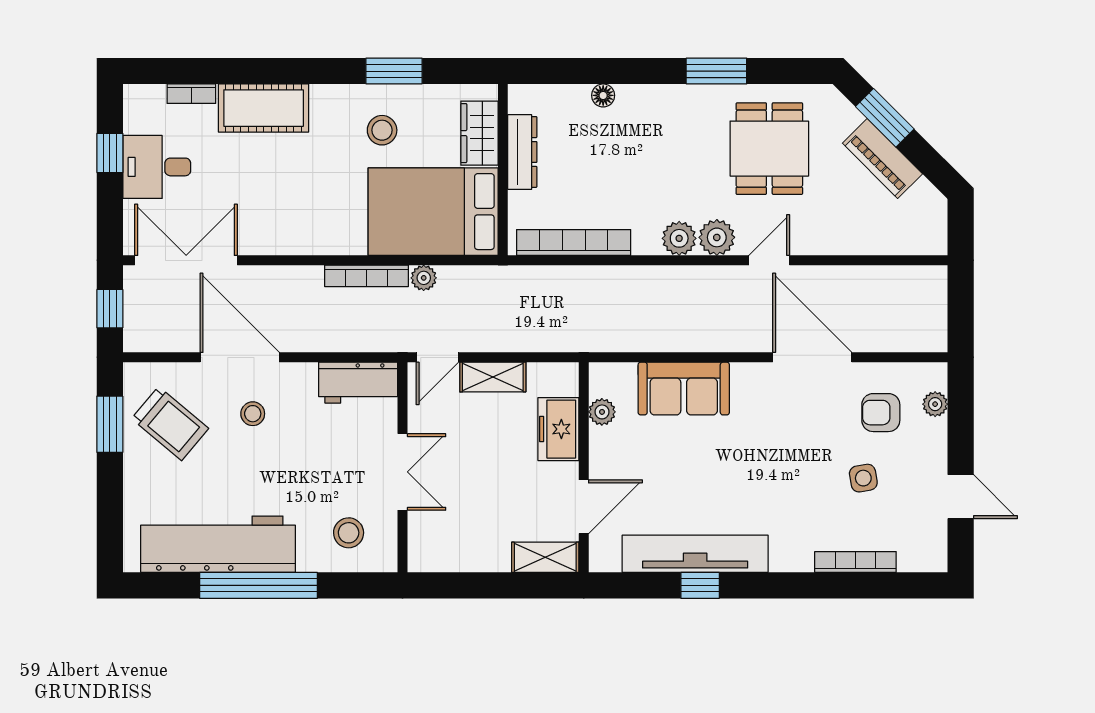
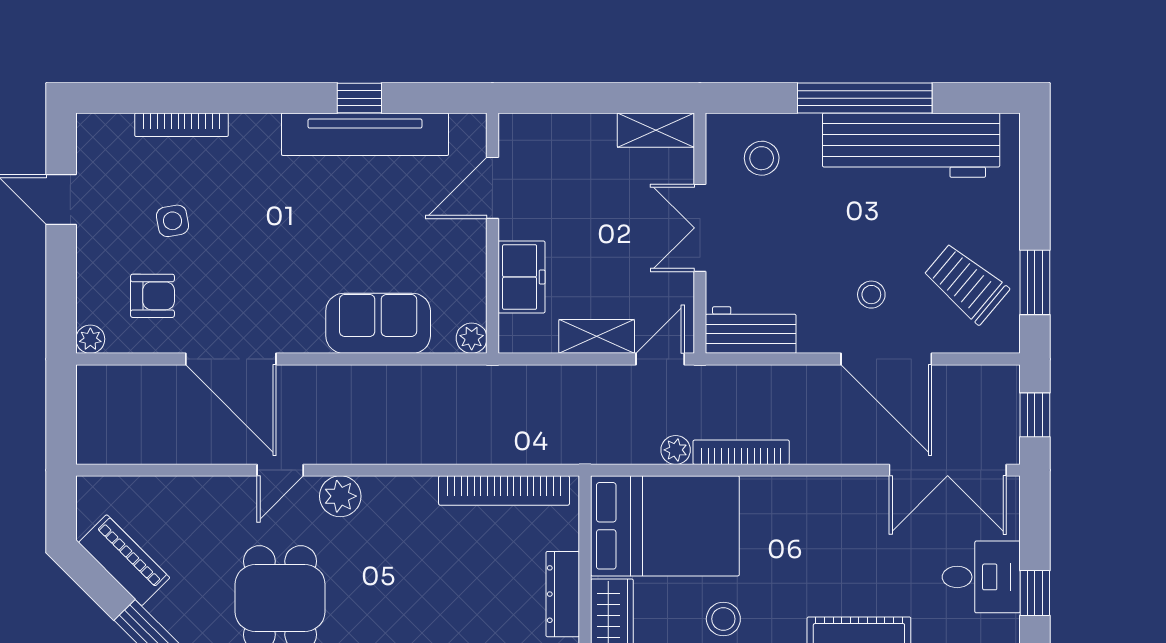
piano: (882, 158) -> (124, 560), moved
plant: (679, 238) -> (383, 495), removed
plant: (935, 404) -> (90, 339), moved
plant: (602, 412) -> (472, 338), moved
shelving: (545, 557) -> (656, 130), moved

